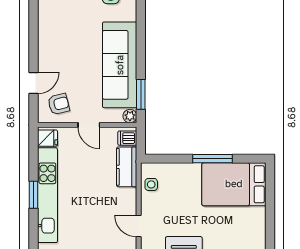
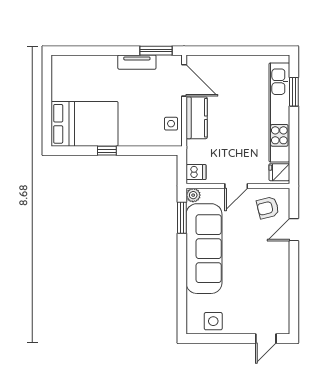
door: (89, 125) -> (236, 186), swing flipped
window: (213, 159) -> (107, 151), width x0.46
kitchen counter: (127, 167) -> (197, 118), moved
window: (34, 195) -> (294, 92), moved
door: (139, 226) -> (184, 80), width x1.37

